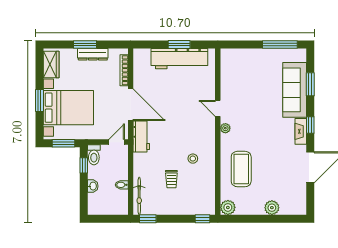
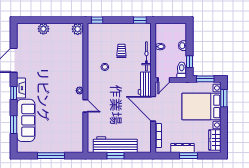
window: (280, 44) -> (51, 156), moved
window: (40, 101) -> (224, 98), moved
coffee table: (241, 169) -> (67, 59), removed
bicycle: (139, 196) -> (146, 56), moved

